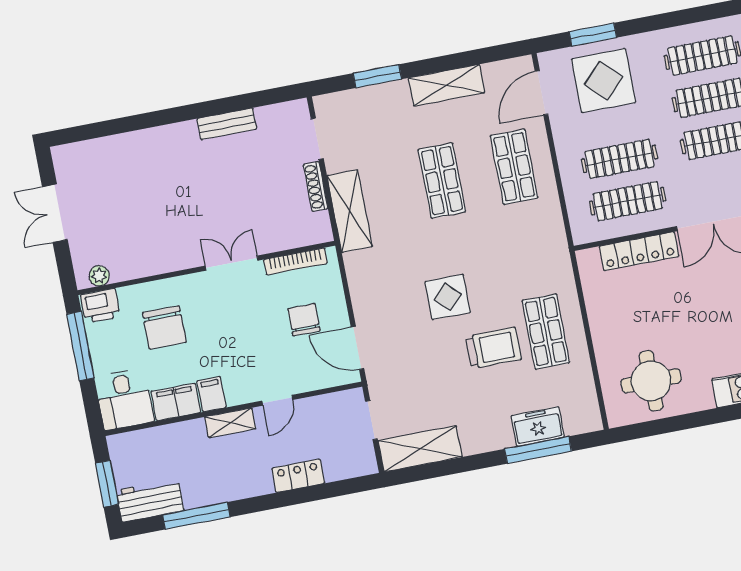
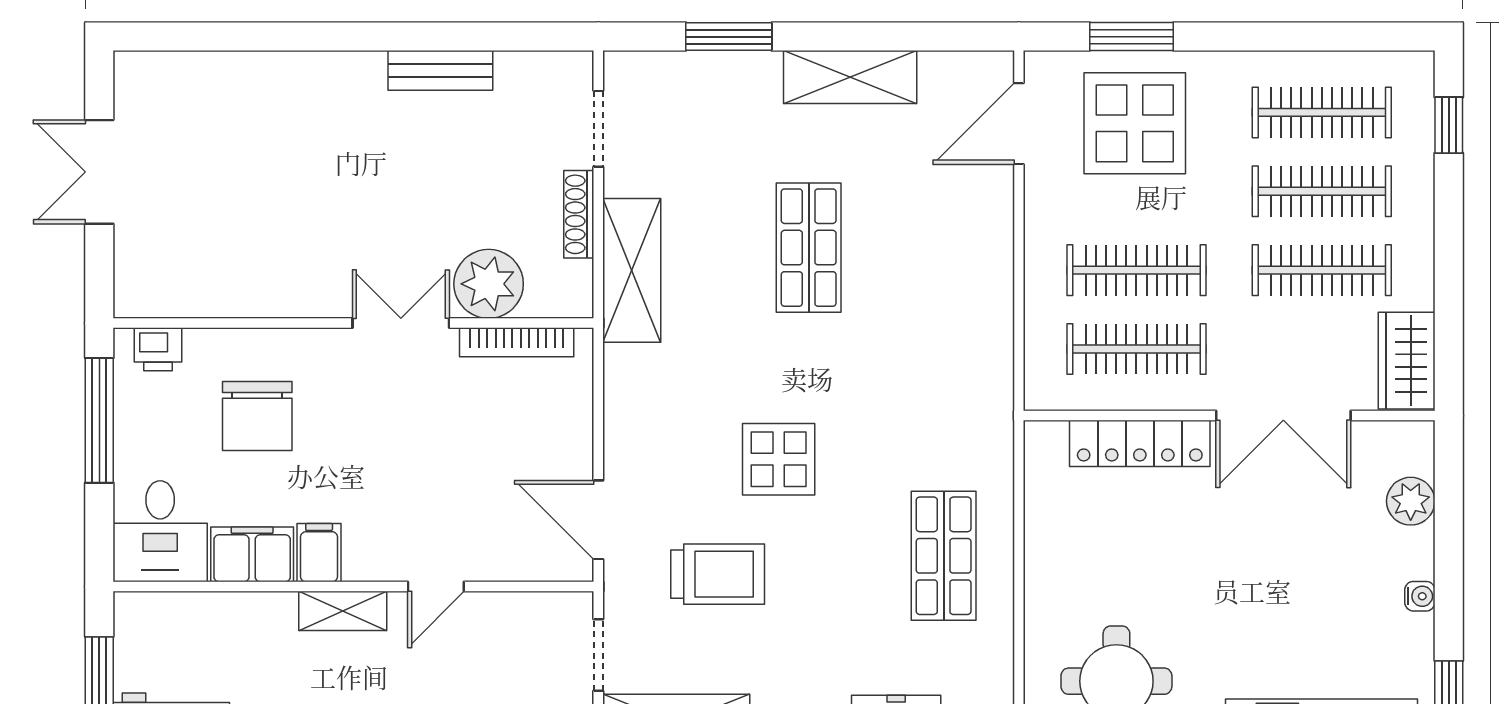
shop shelf: (514, 167) -> (944, 248), removed
plant: (99, 276) -> (489, 284), moved, width x1.88, depth x1.88
printer: (100, 306) -> (158, 349), width x0.73, depth x0.81
chair: (304, 320) -> (512, 451), removed
trolley: (493, 348) -> (718, 574), moved

